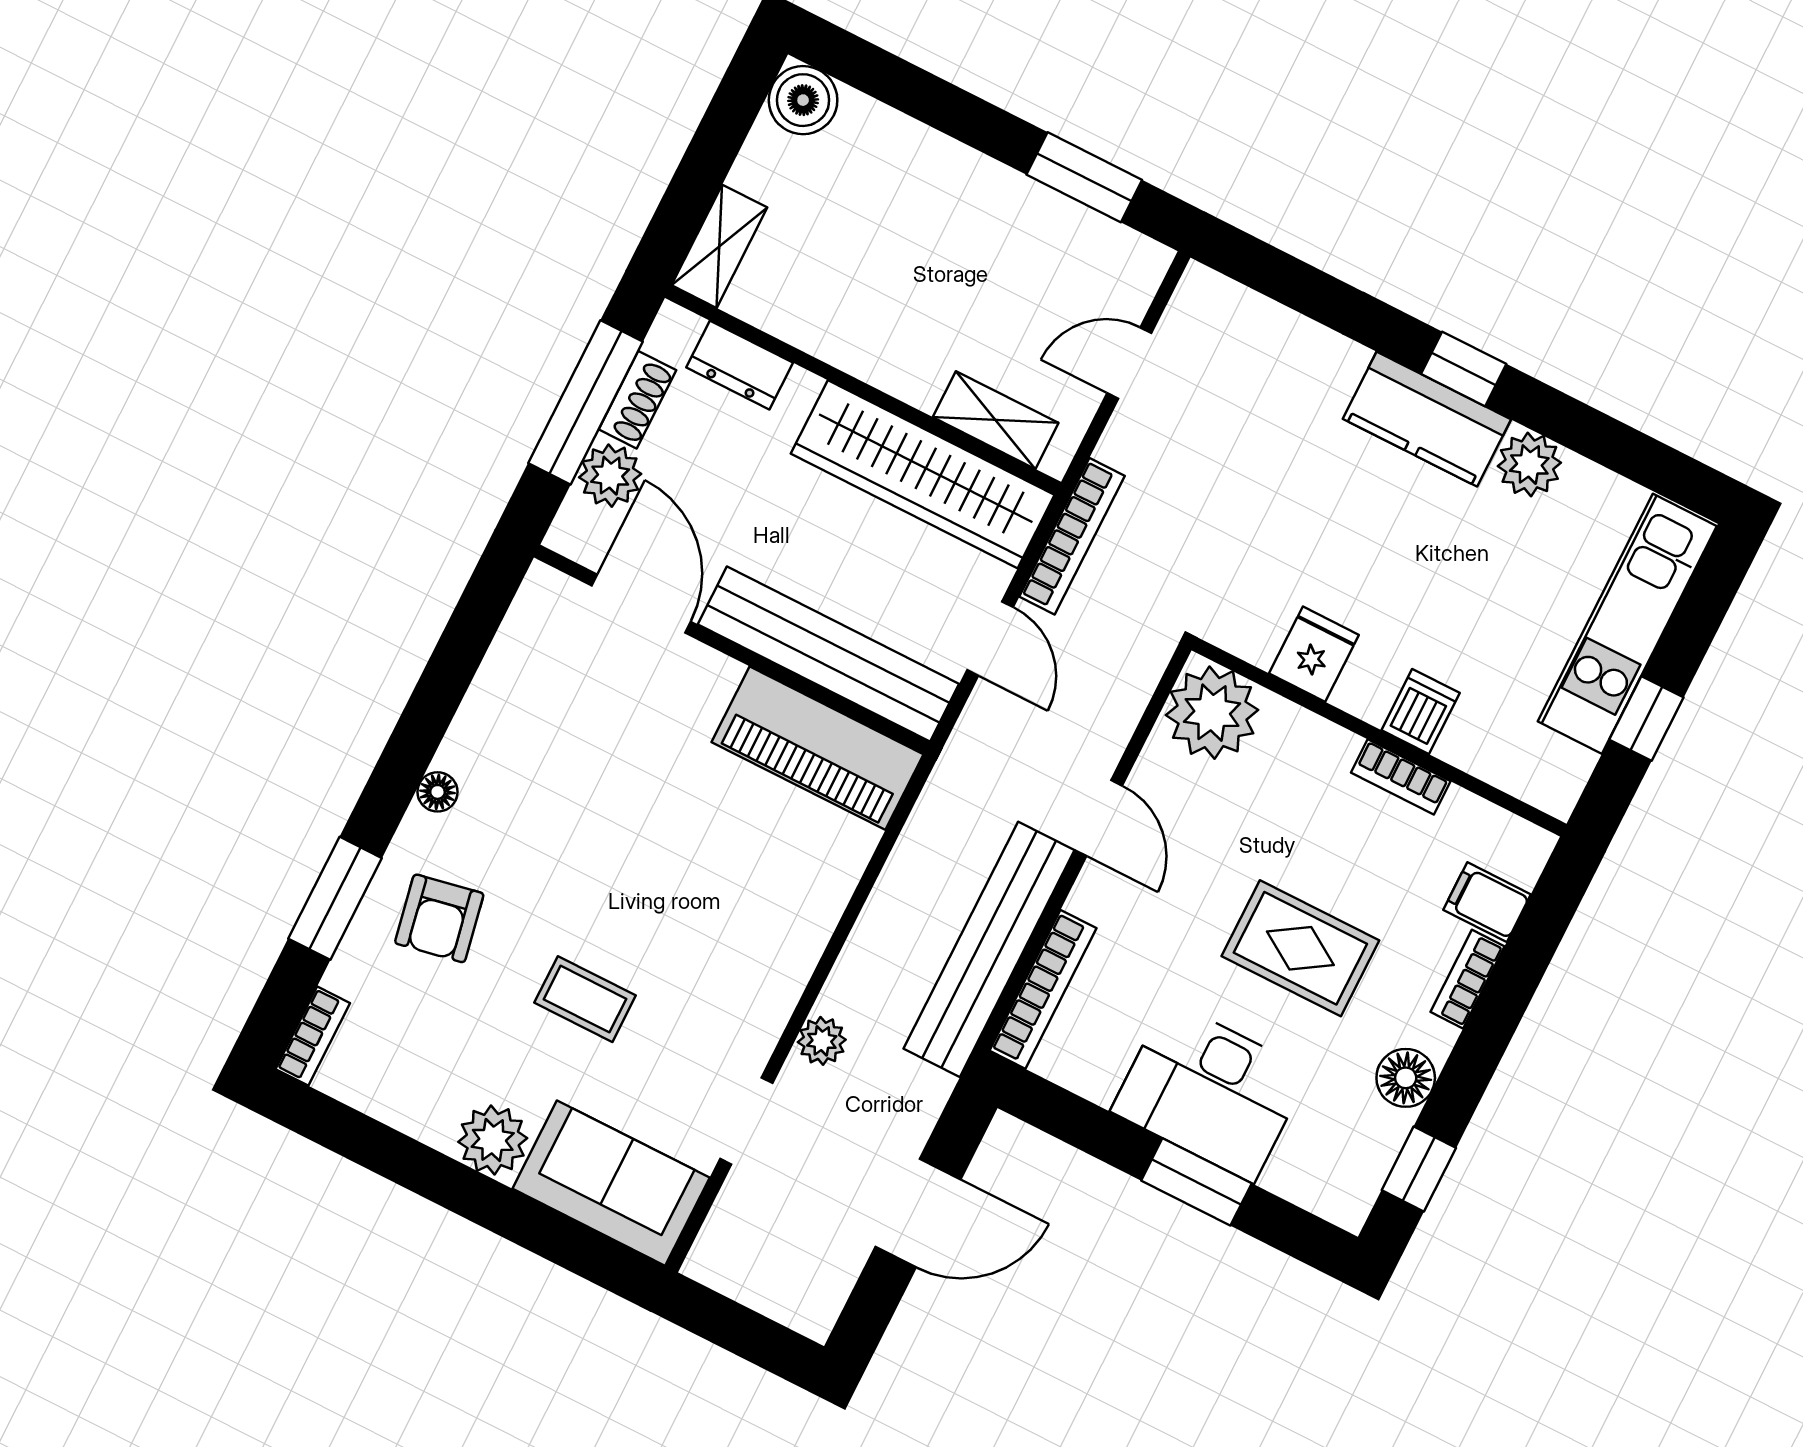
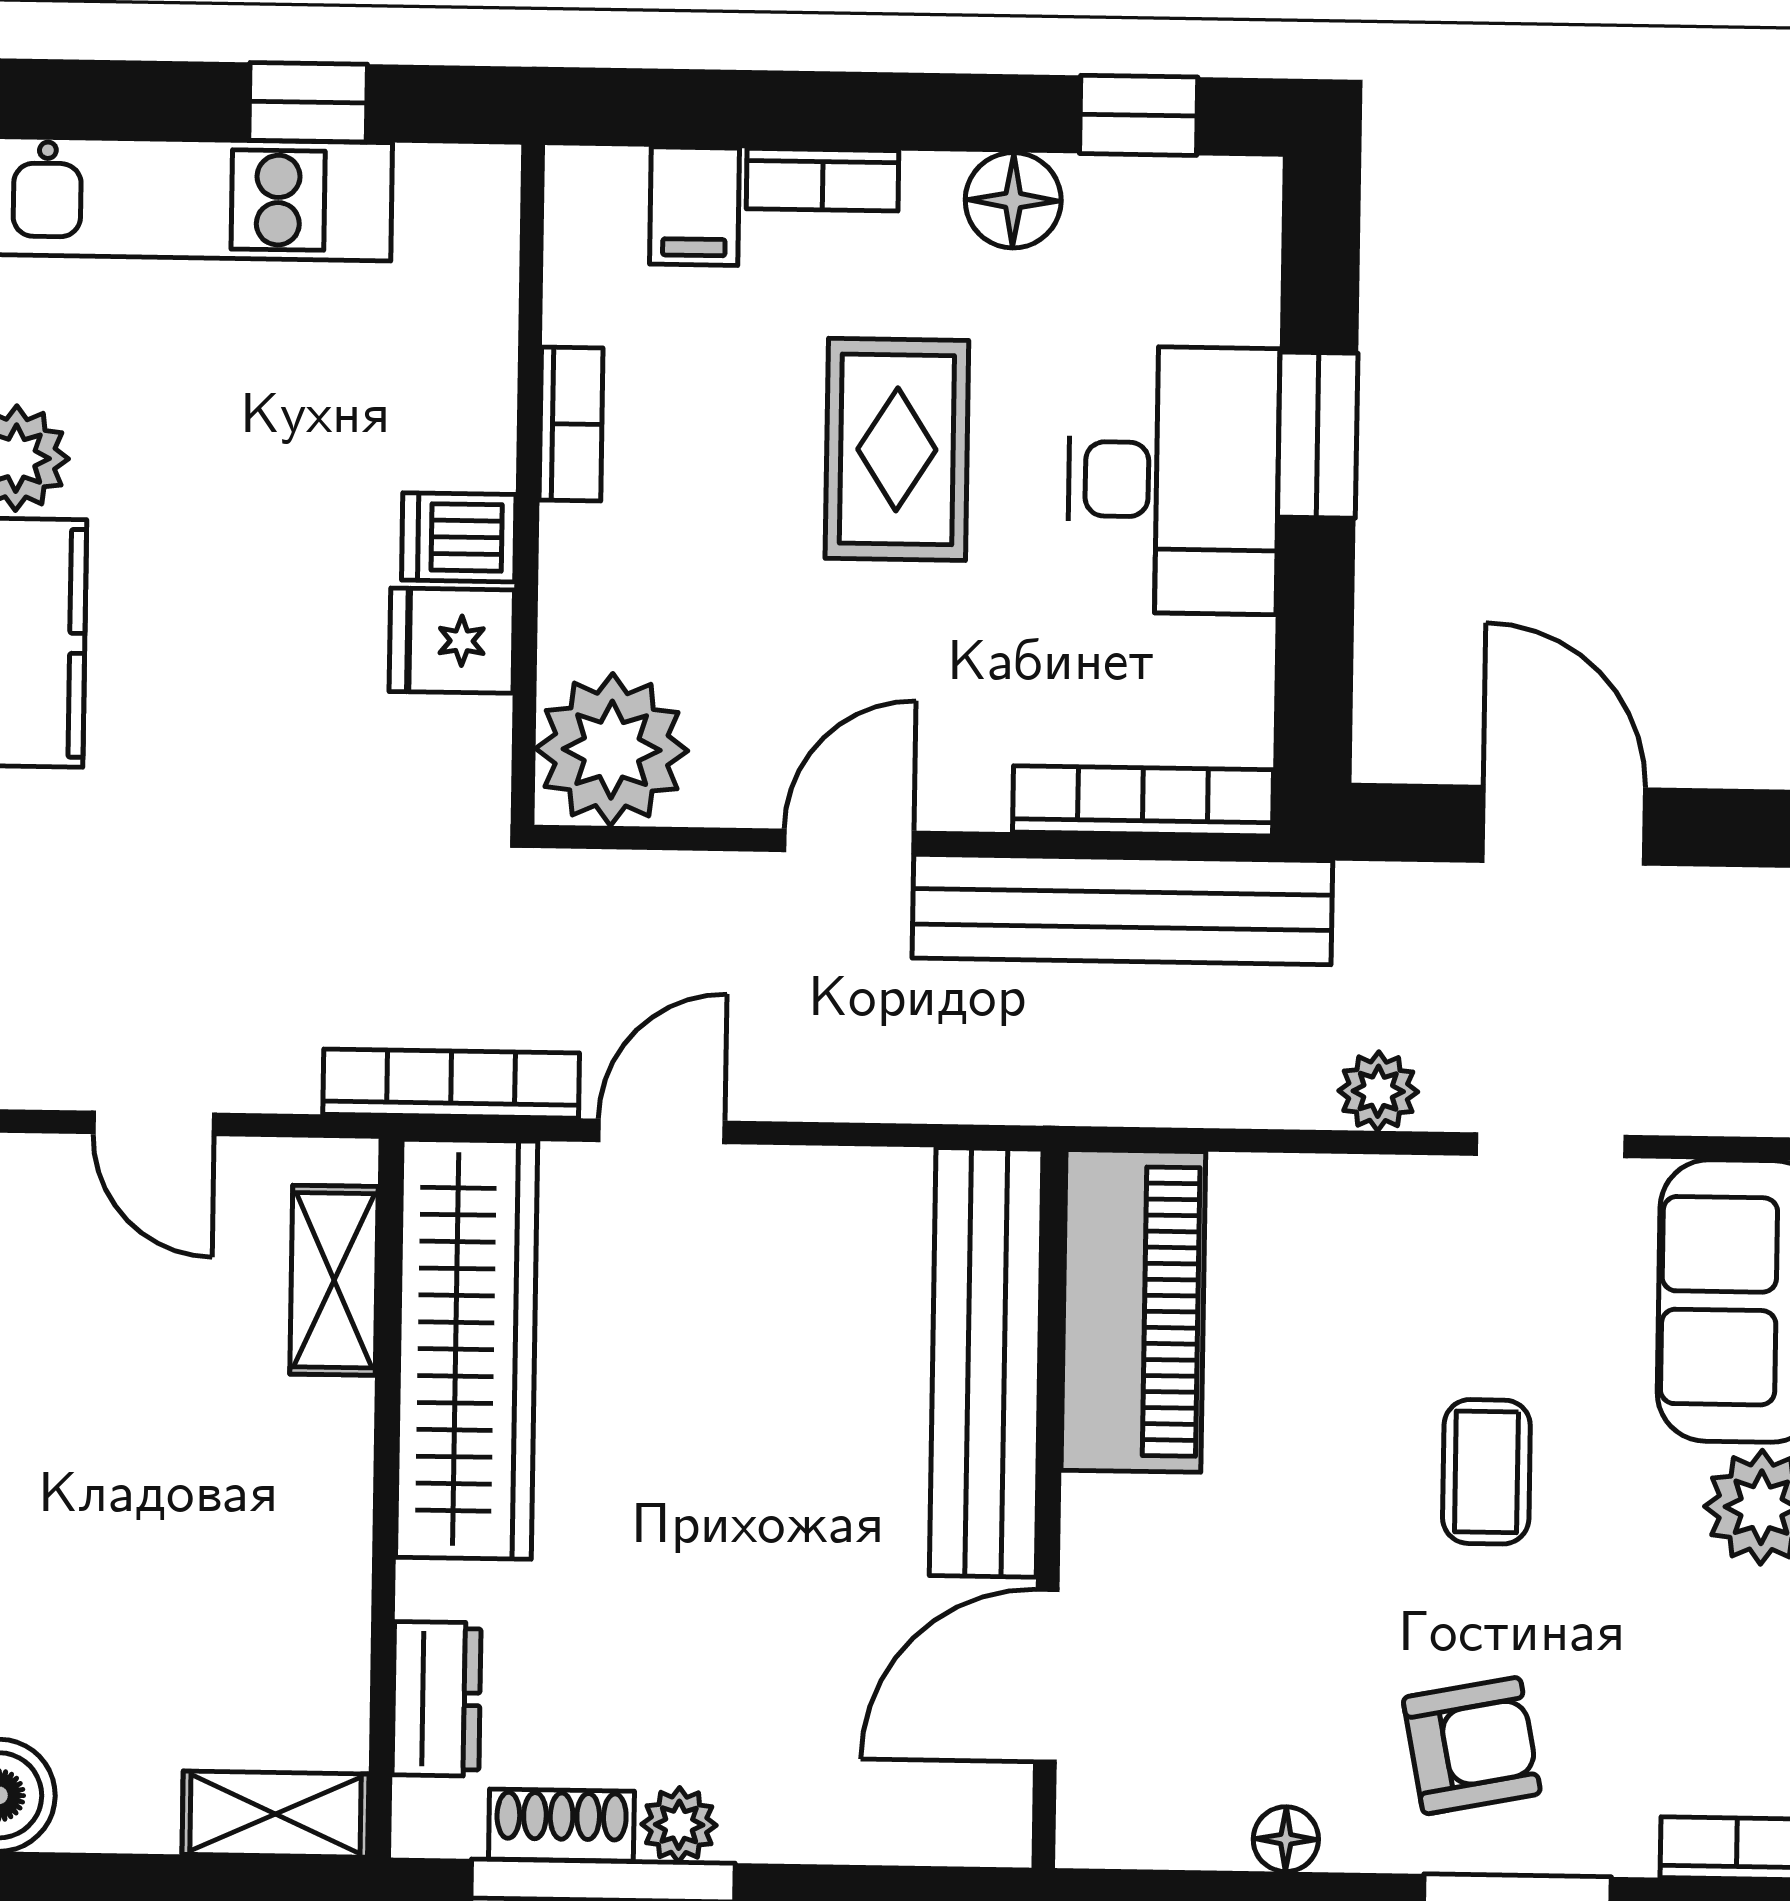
plant: (610, 476) -> (679, 1825), width x0.73, depth x0.73
door: (641, 604) -> (1046, 1676), moved
wall: (732, 649) -> (1049, 1509), moved
bench: (828, 654) -> (986, 1362), moved
dishwasher: (1421, 712) -> (459, 537), moved
piano: (817, 748) -> (1133, 1311), moved

